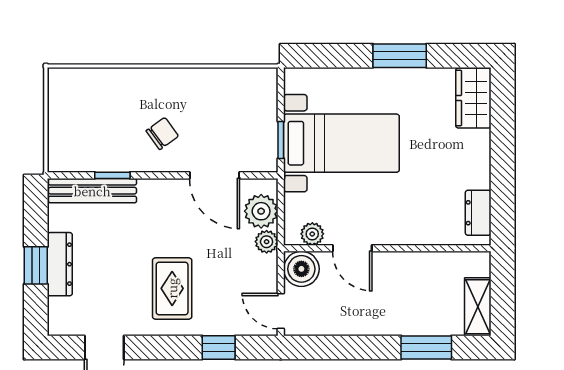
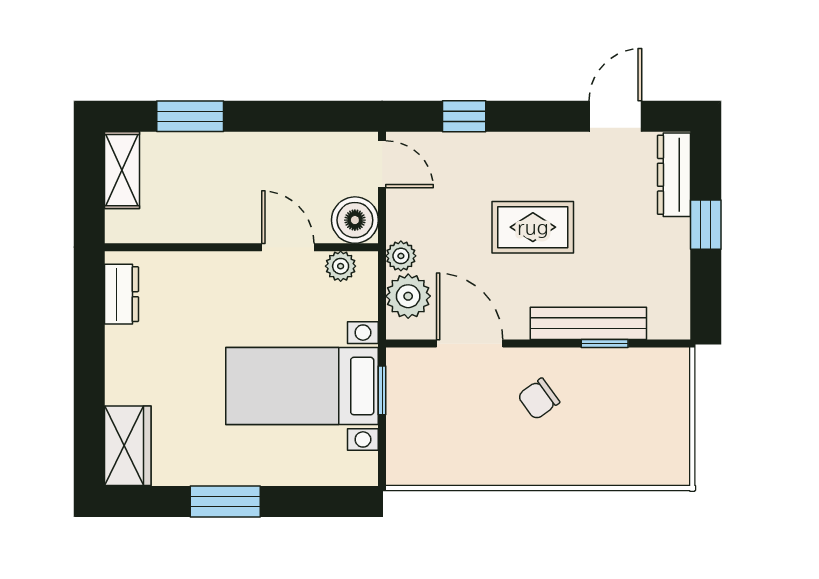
bench: (92, 191) -> (588, 323), moved
dresser: (60, 264) -> (674, 175), moved
rug: (172, 288) -> (533, 227), moved, turned 90

